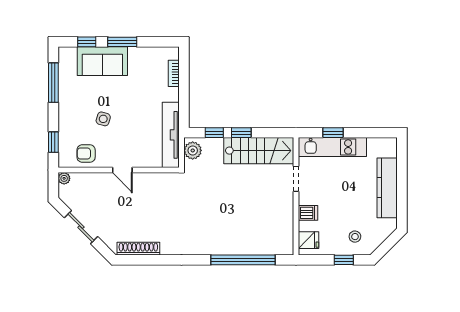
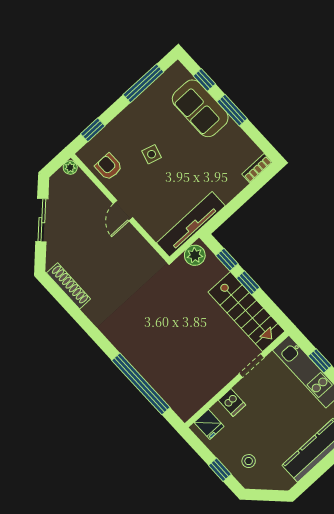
bookcase: (174, 73) -> (257, 168), moved

